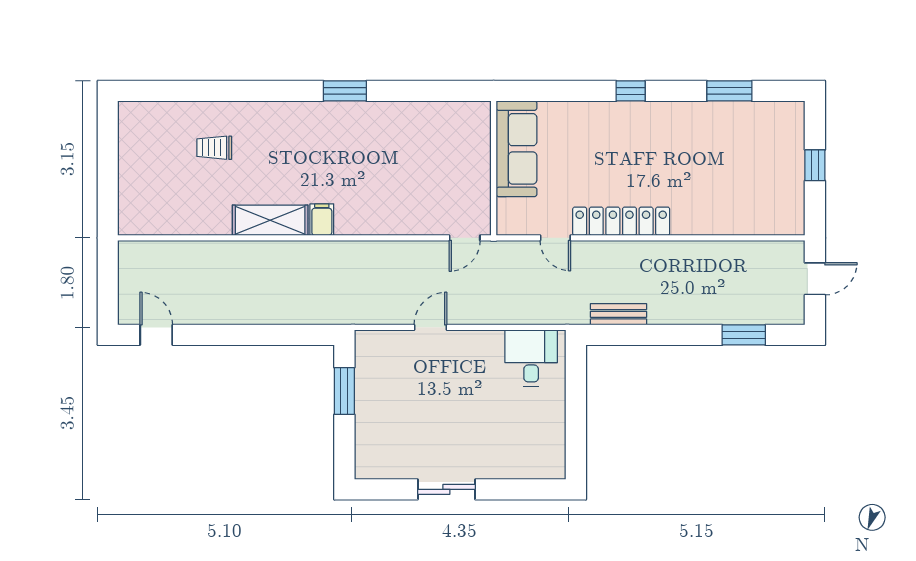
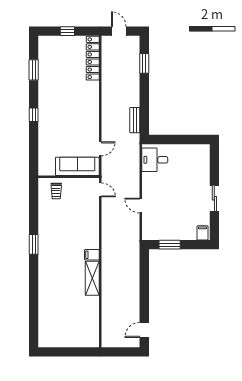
trolley: (214, 148) -> (56, 191), moved
sofa: (517, 149) -> (77, 166), moved
locker: (621, 221) -> (93, 58), moved
filing cabinet: (370, 463) -> (202, 233), added

